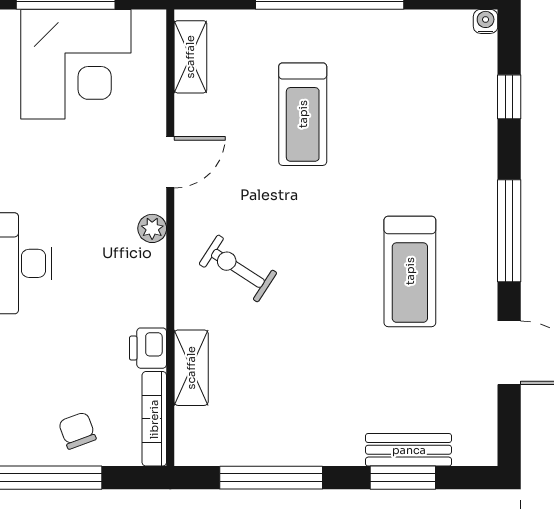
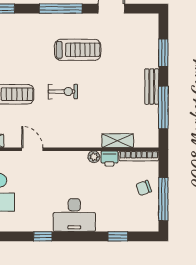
plant: (152, 228) -> (94, 157), moved
exercise bike: (238, 268) -> (63, 92), moved, turned -123
bench: (409, 450) -> (152, 86), moved

